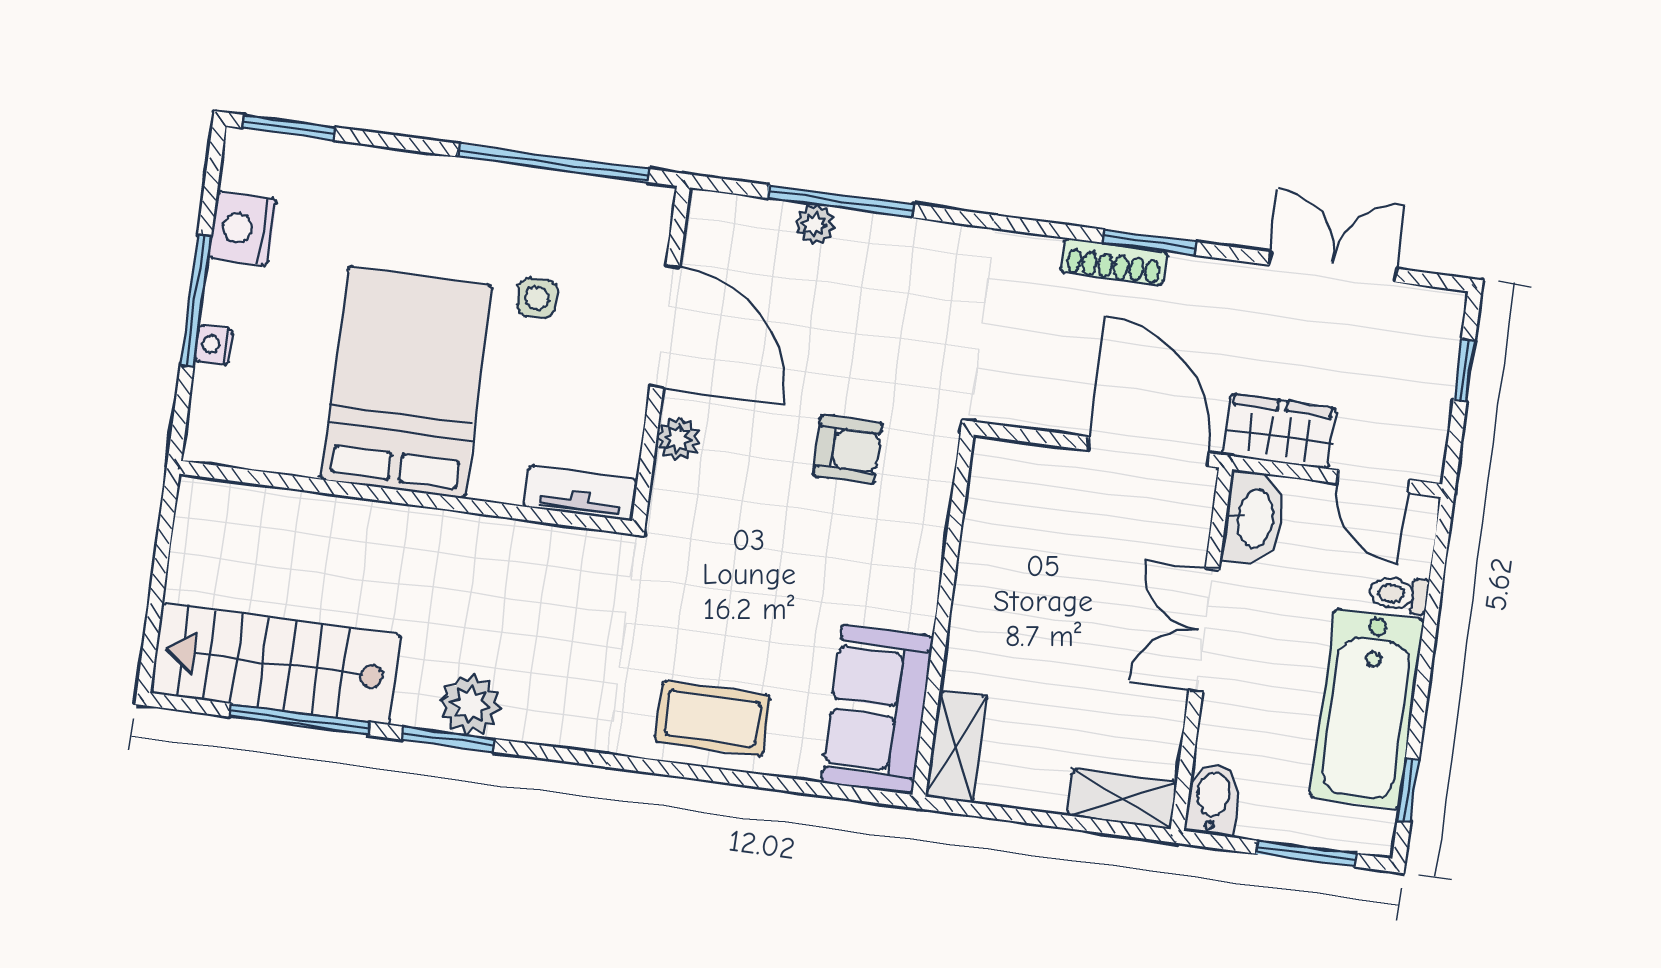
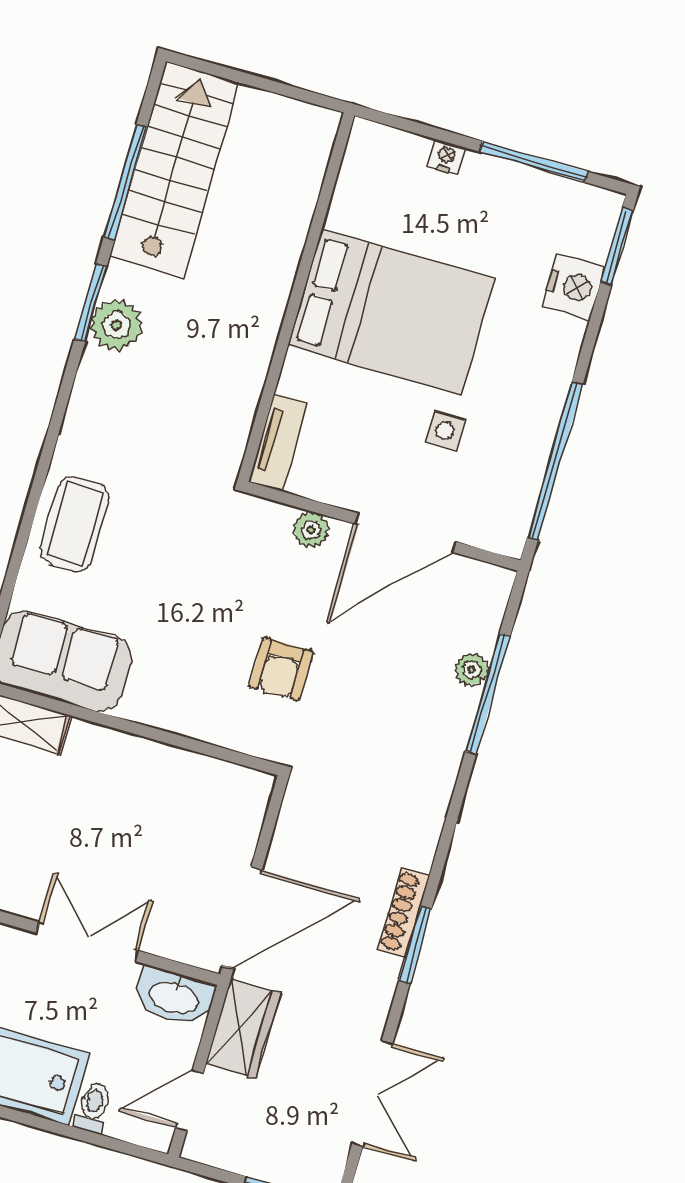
nightstand: (242, 228) -> (573, 286), moved, turned 90
window: (196, 301) -> (534, 162), moved

